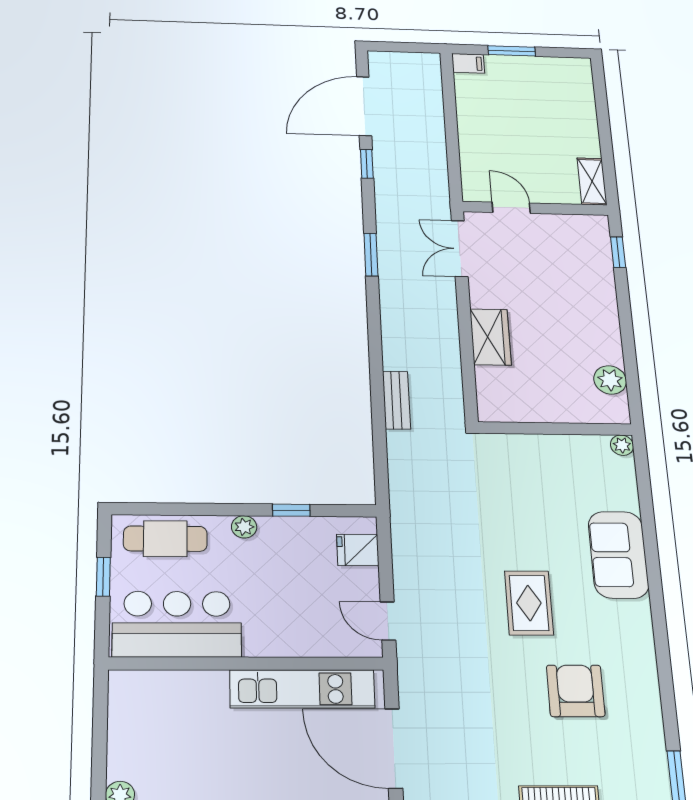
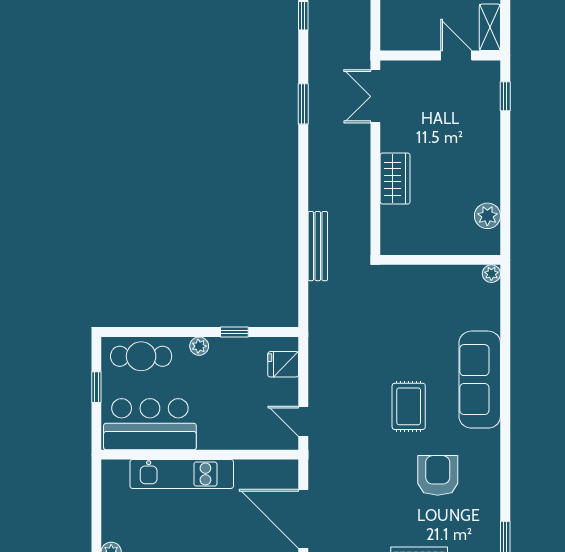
door: (511, 208) -> (456, 55), moved
bench: (396, 400) -> (318, 246), width x1.36
sofa: (618, 555) -> (480, 380), width x1.36
kitchen unit: (302, 689) -> (182, 474), moved

